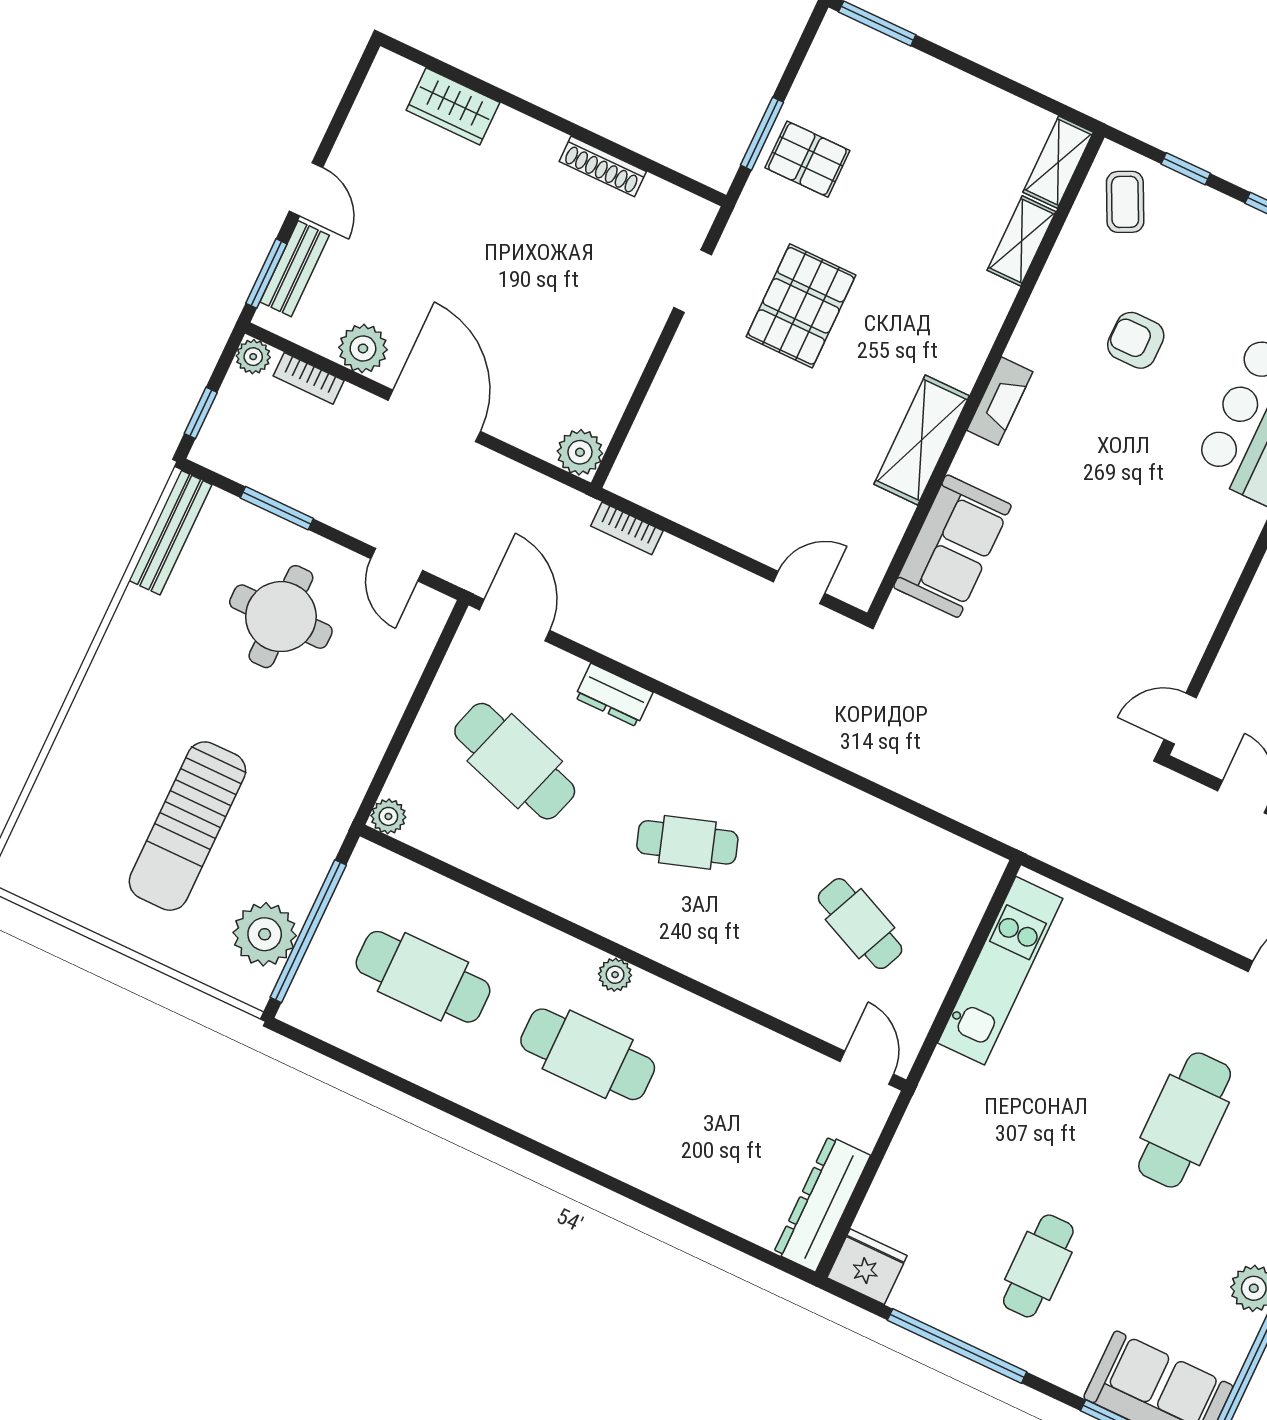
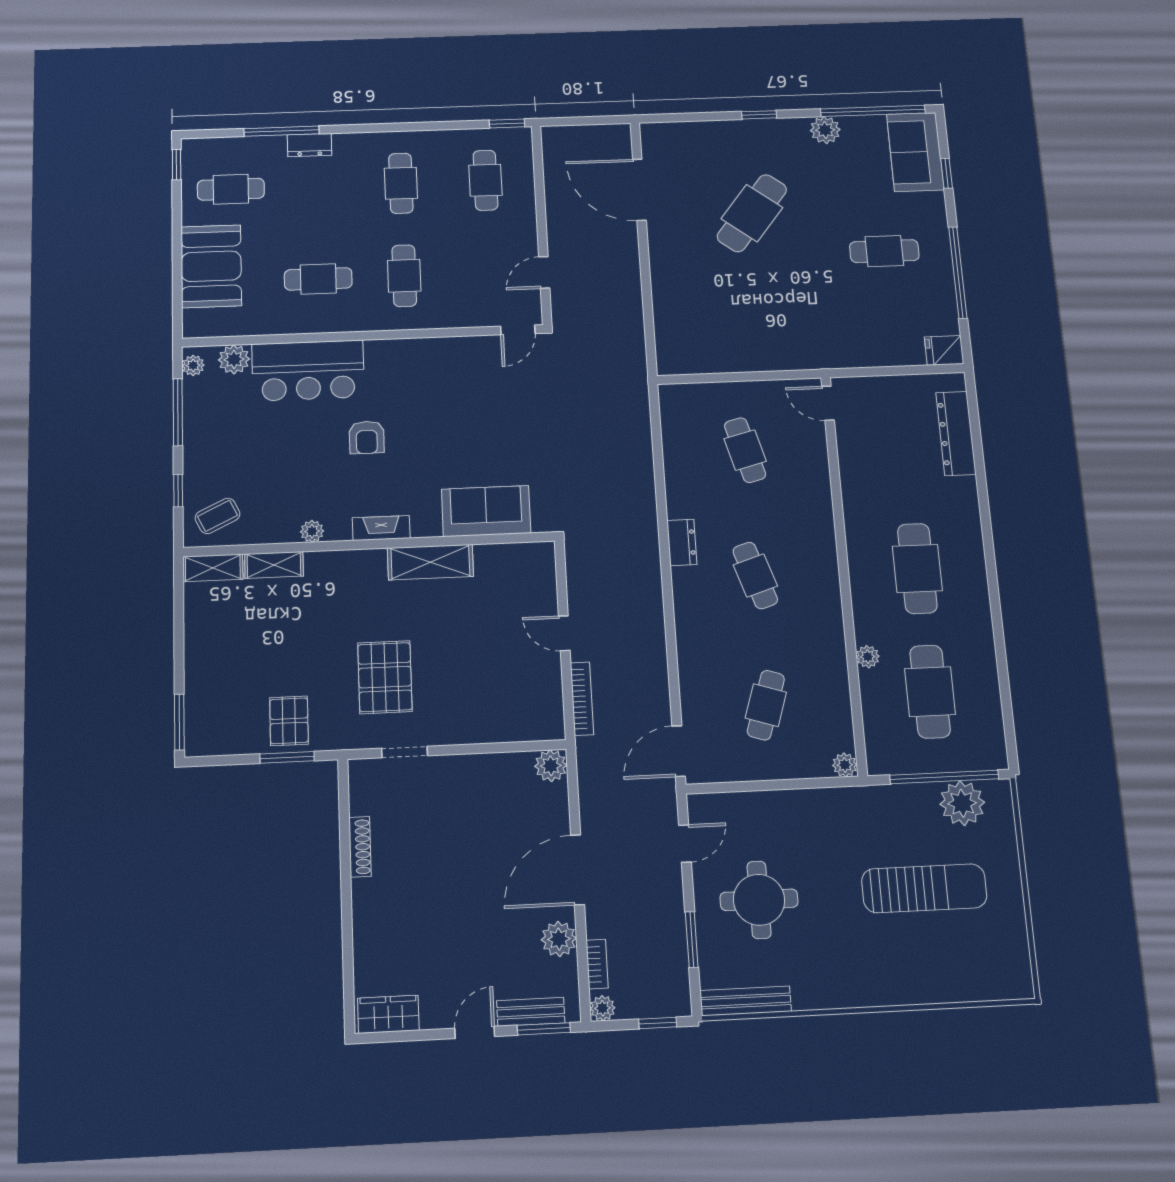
wardrobe: (453, 106) -> (388, 1014), moved, turned -90
pallet: (801, 306) -> (385, 677), turned 90
plant: (1042, 311) -> (312, 531), added
armchair: (1136, 340) -> (367, 437), moved
bookcase: (627, 528) -> (582, 699), width x1.56
door: (799, 588) -> (564, 633), moved
dresser: (614, 695) -> (682, 542), moved
door: (1180, 719) -> (518, 330), hinge flipped
cafe table: (515, 761) -> (766, 705), width x0.73, depth x0.74
cafe table: (860, 924) -> (745, 450), turned -39
kitchen unit: (1000, 971) -> (726, 357), removed
plant: (615, 975) -> (868, 657), moved
door: (867, 1068) -> (828, 403), hinge flipped
cafe table: (1185, 1120) -> (752, 213), turned -52
dresser: (822, 1204) -> (956, 433), moved, turned 90
fridge: (867, 1267) -> (944, 350), width x0.72

